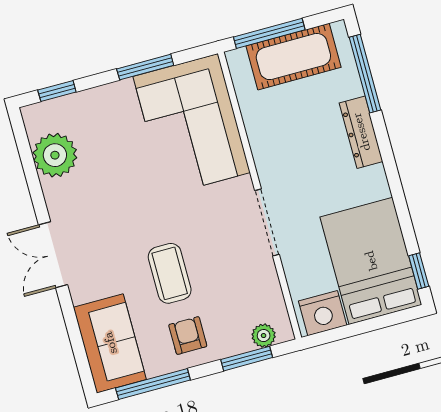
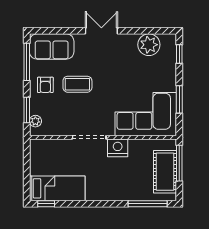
dresser: (361, 132) -> (120, 194), removed
bed: (371, 261) -> (57, 188), width x0.67
nightstand: (323, 313) -> (118, 148), moved, turned 90
armchair: (188, 336) -> (45, 85), turned 90

